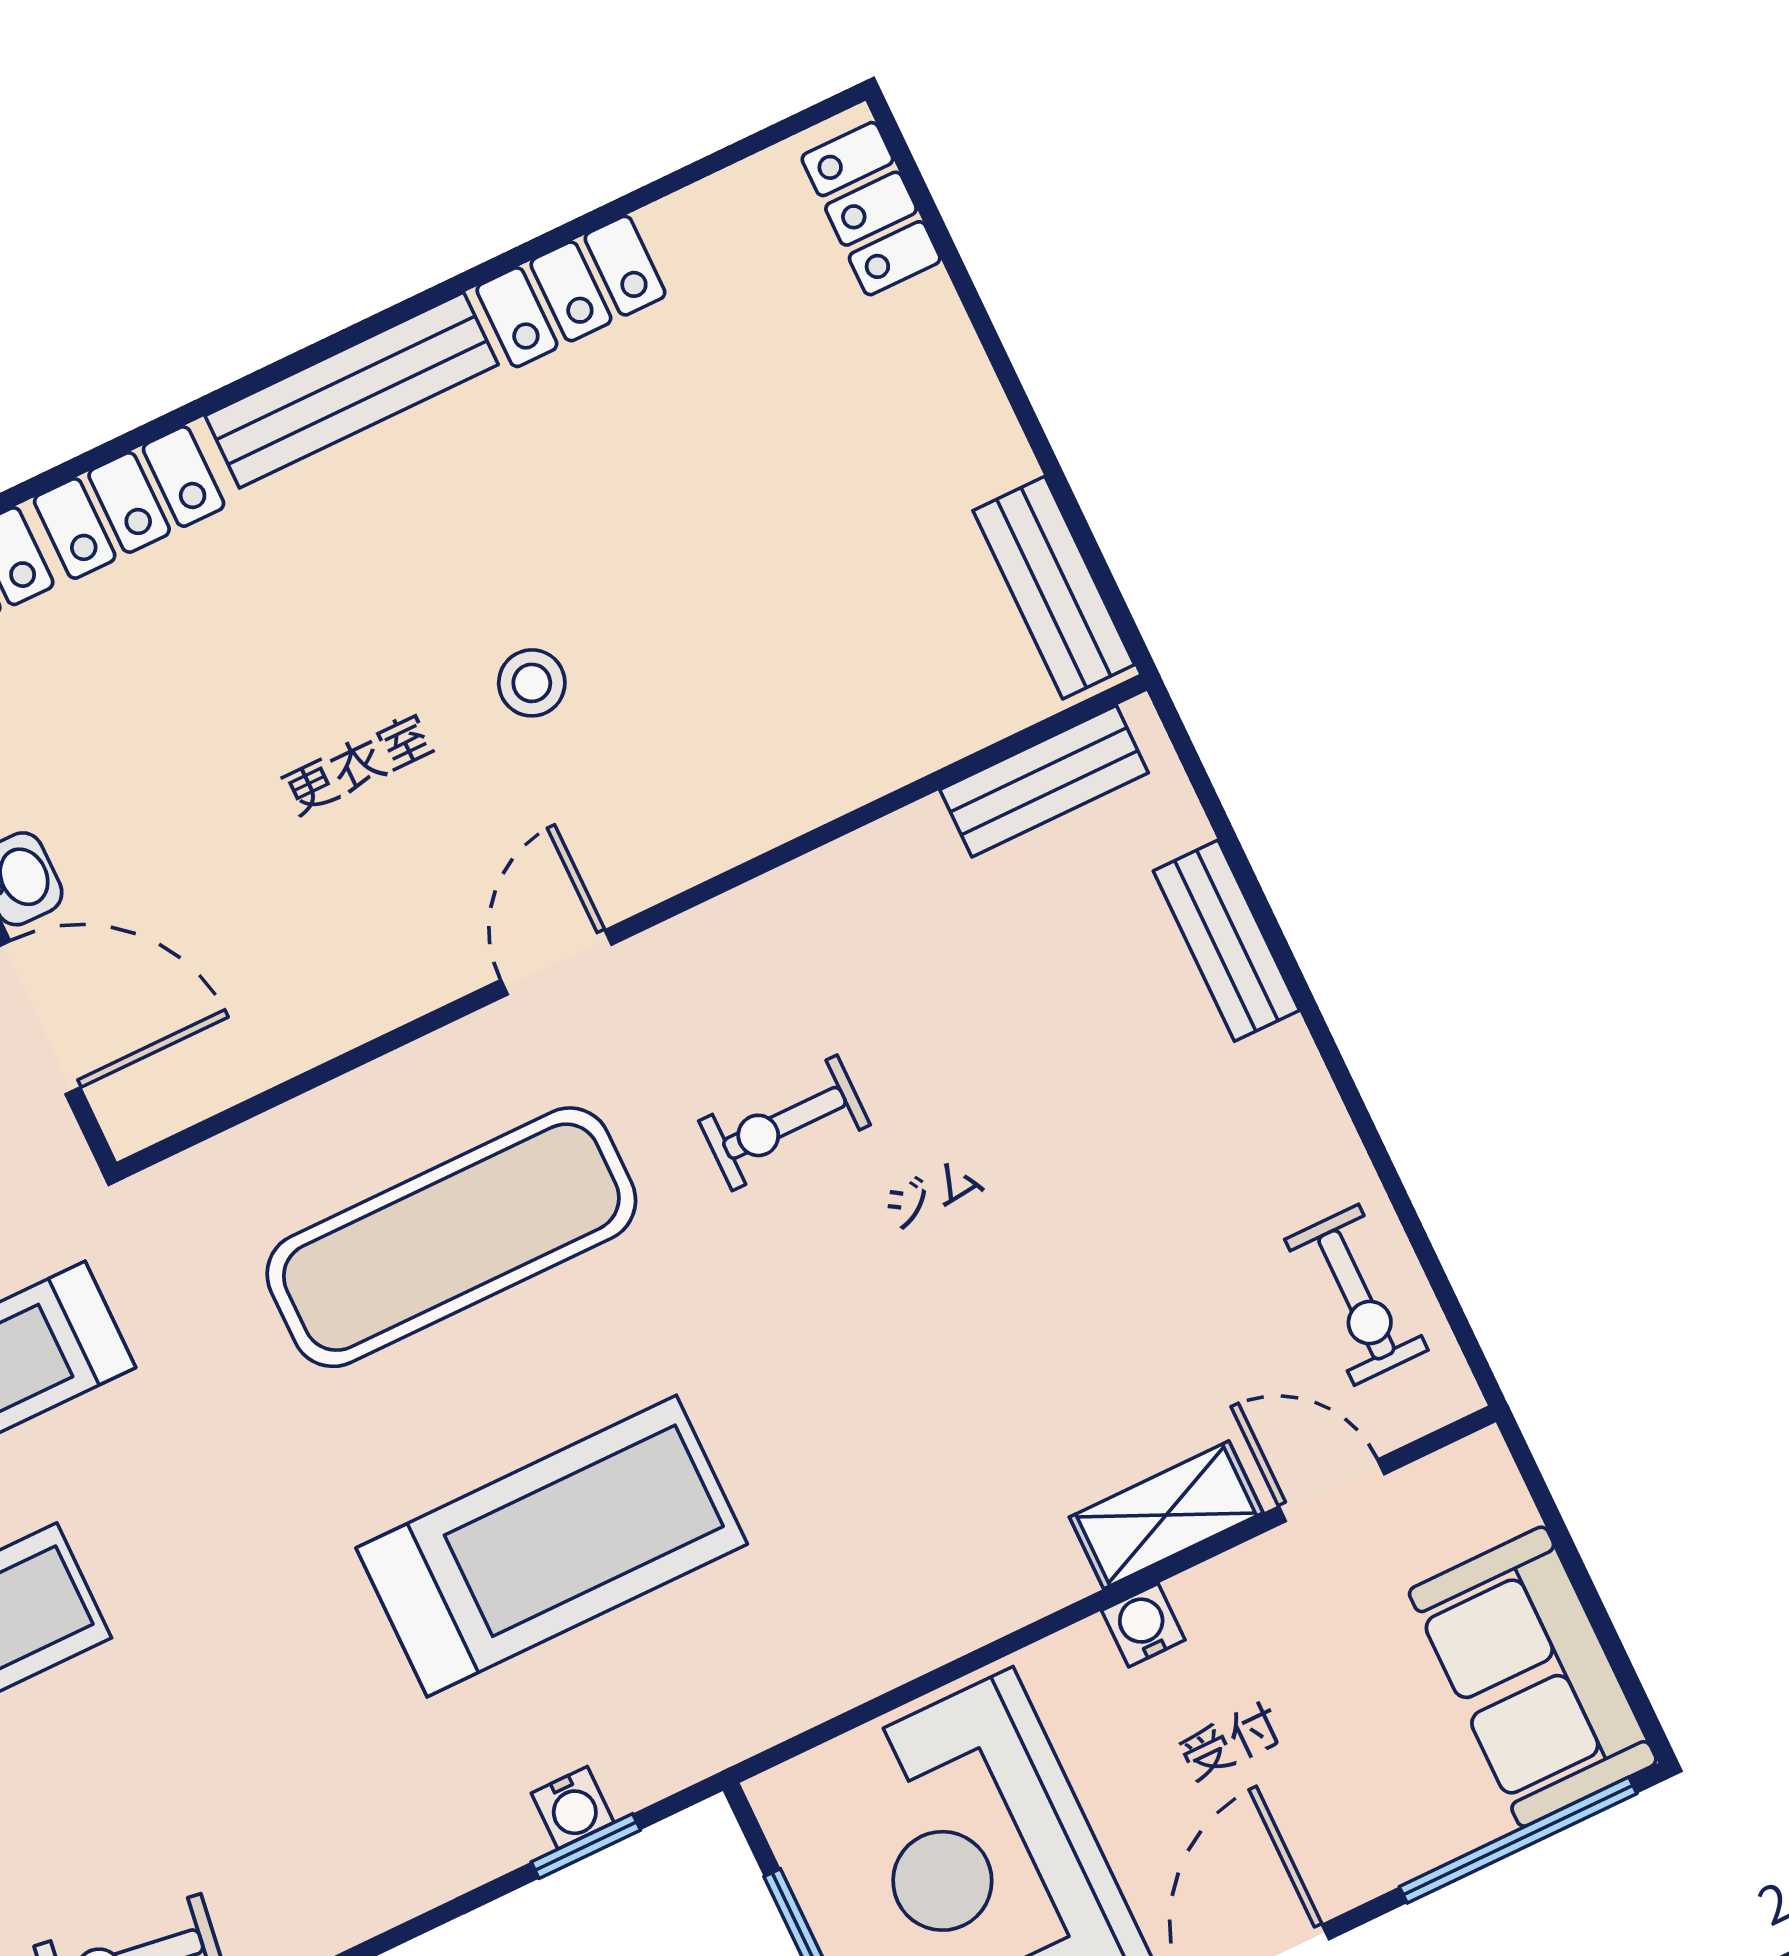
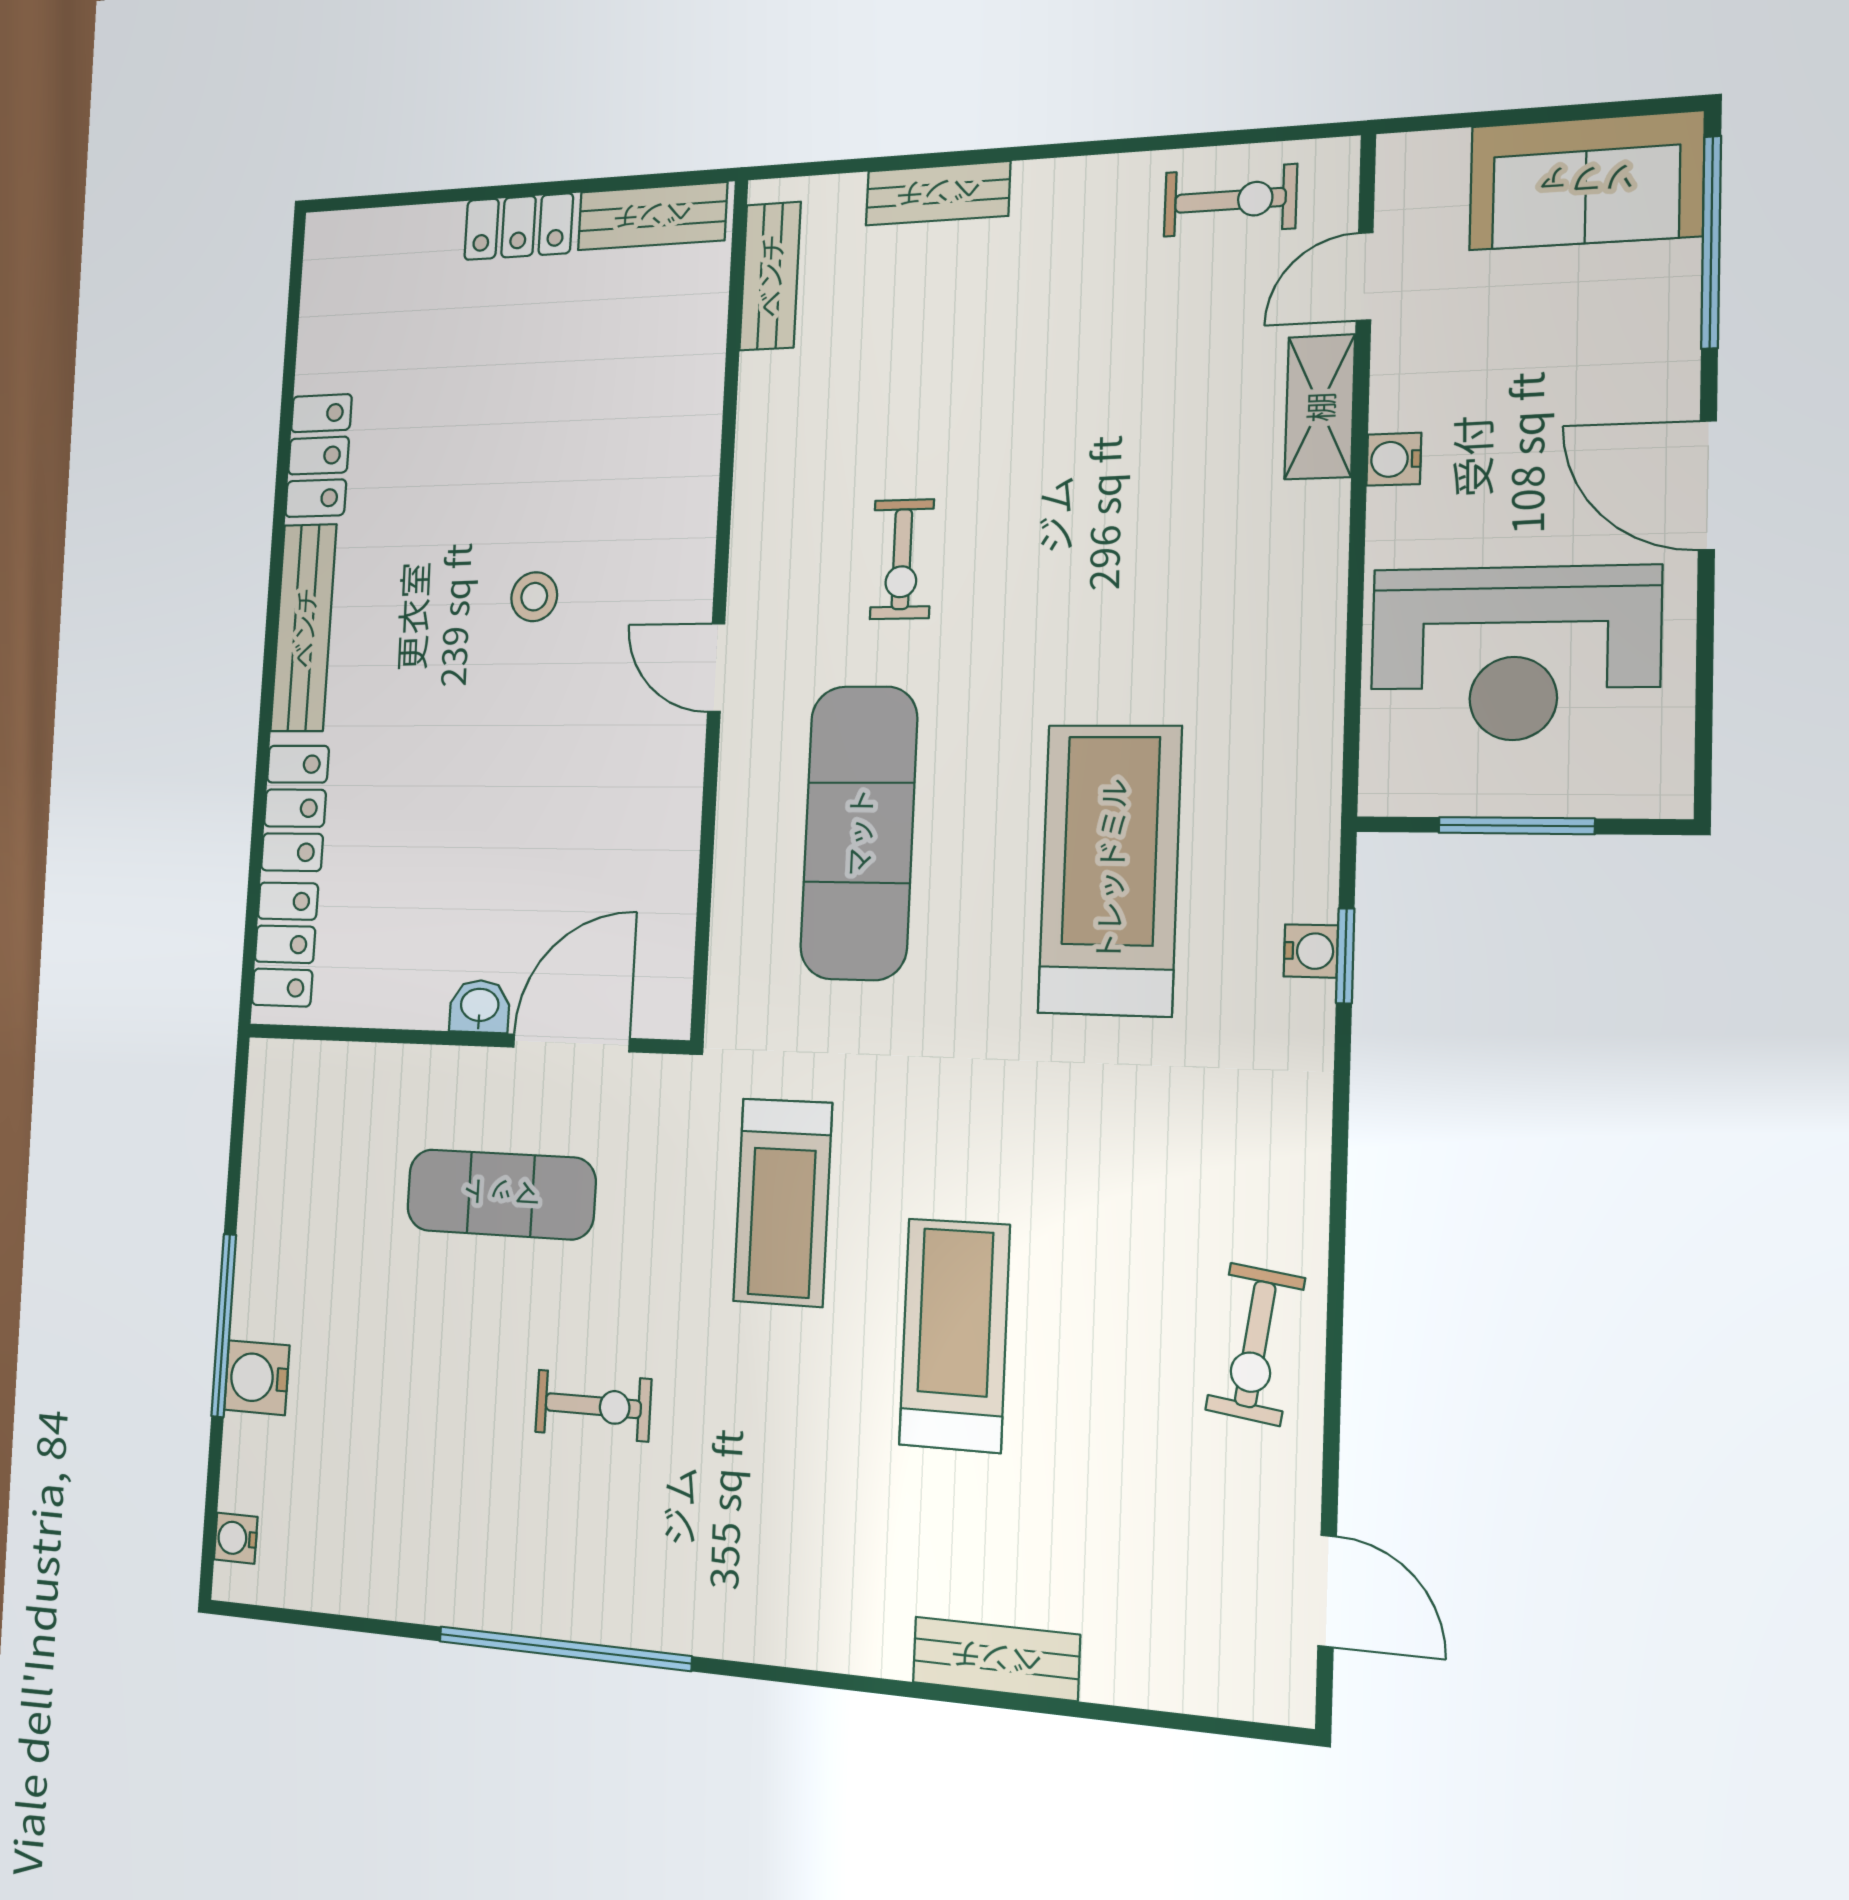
locker: (871, 209) -> (519, 227), moved

